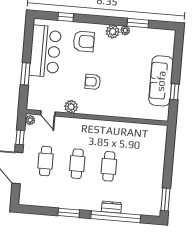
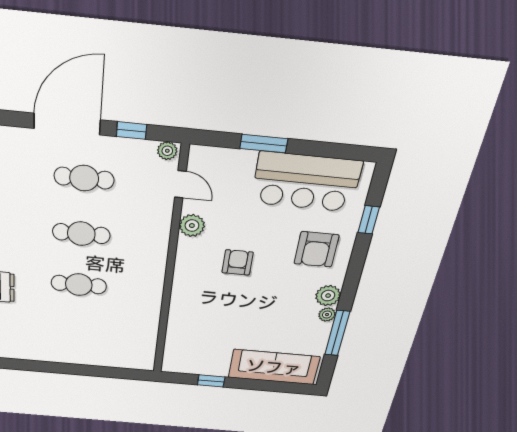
window: (138, 23) -> (337, 333), width x1.44
sofa: (161, 81) -> (274, 367), moved
door: (48, 113) -> (180, 184), swing flipped
window: (165, 199) -> (26, 365), removed

